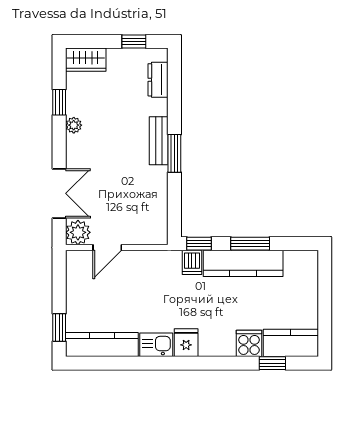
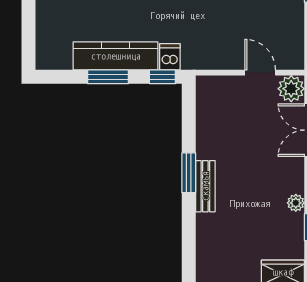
dresser: (158, 80) -> (206, 251), removed
door: (107, 247) -> (260, 73), hinge flipped

